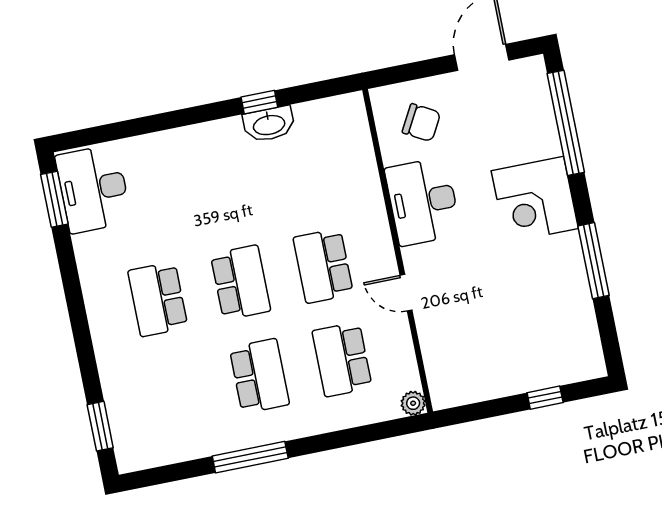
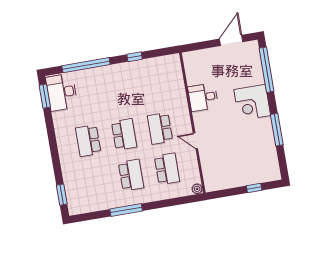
chair: (421, 123) -> (204, 68), removed
washbasin: (269, 124) -> (138, 66), removed
window: (148, 125) -> (86, 65), added
desk: (423, 202) -> (203, 97), width x0.73
school desk: (342, 359) -> (167, 169), turned 180

